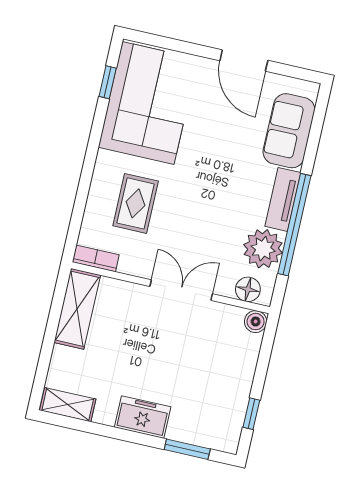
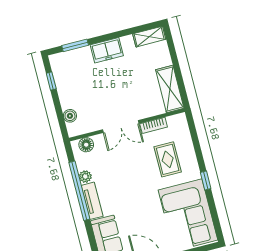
window: (108, 82) -> (206, 180), moved
plant: (263, 249) -> (85, 177), width x0.53, depth x0.53
bookcase: (96, 258) -> (154, 125), moved
boiler: (256, 322) -> (70, 116), moved

